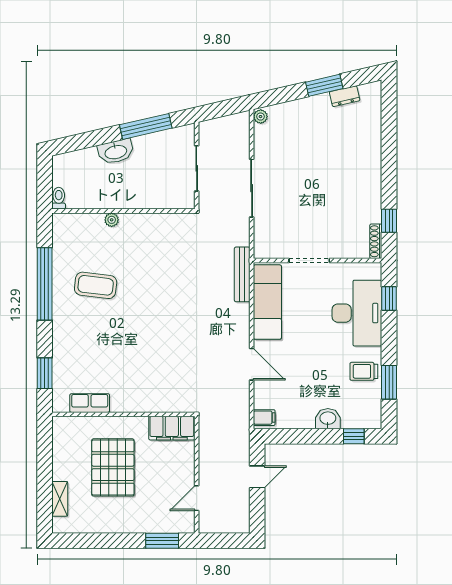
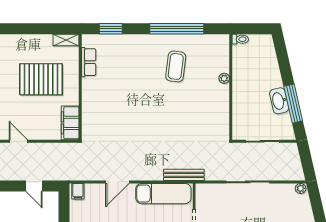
washbasin: (116, 152) -> (279, 101), moved
shelving: (60, 499) -> (66, 40), moved

